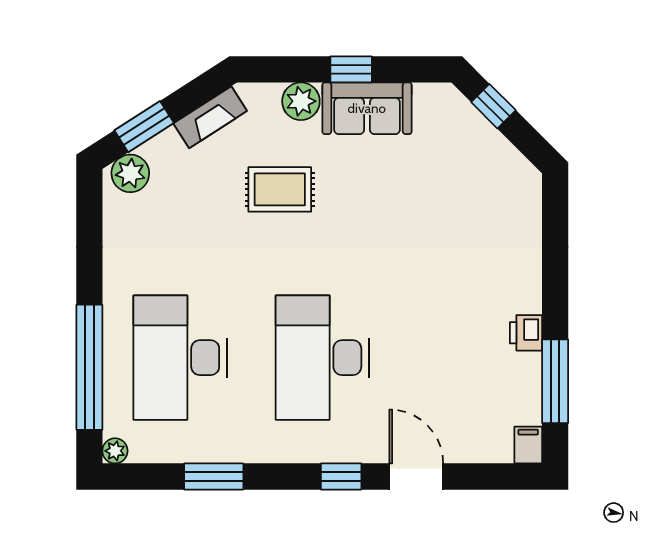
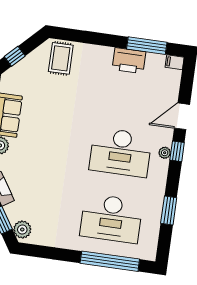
rug: (280, 189) -> (61, 58), moved
printer: (526, 333) -> (129, 61), width x1.87, depth x1.48
plant: (115, 451) -> (165, 153), moved

